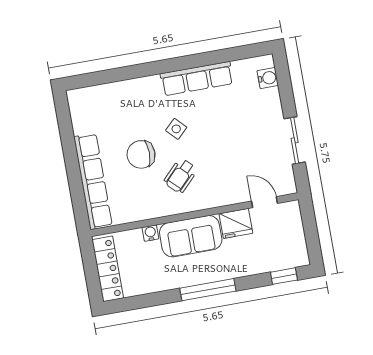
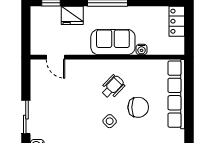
sliding door: (295, 140) -> (26, 117), moved
fridge: (236, 223) -> (72, 15), moved, turned 180
locker: (108, 269) -> (177, 21), width x0.66

